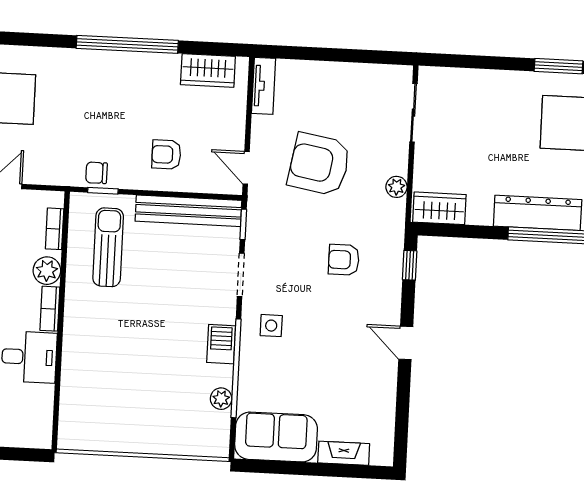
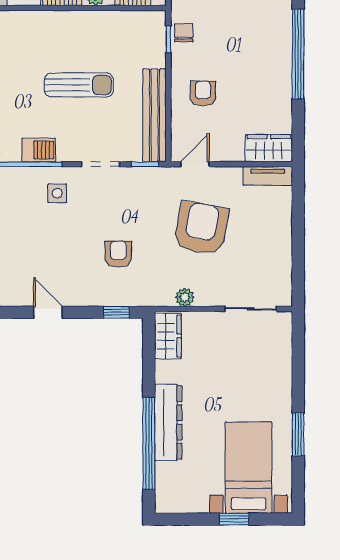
wardrobe: (208, 70) -> (269, 148), moved, turned 90
sun lounger: (108, 247) -> (79, 85), moved
door: (406, 343) -> (48, 312), hinge flipped

